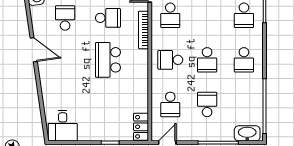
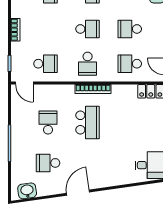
bookcase: (143, 30) -> (93, 89), moved
school desk: (108, 60) -> (88, 123), turned -90
school desk: (170, 104) -> (130, 64), turned 180

